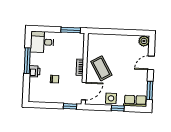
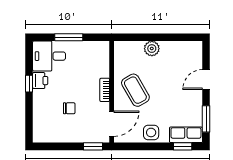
window: (71, 30) -> (69, 37), moved
plant: (144, 41) -> (152, 49), moved
window: (27, 61) -> (29, 84), width x0.46
printer: (35, 71) -> (40, 81), moved
window: (118, 108) -> (183, 146), moved

